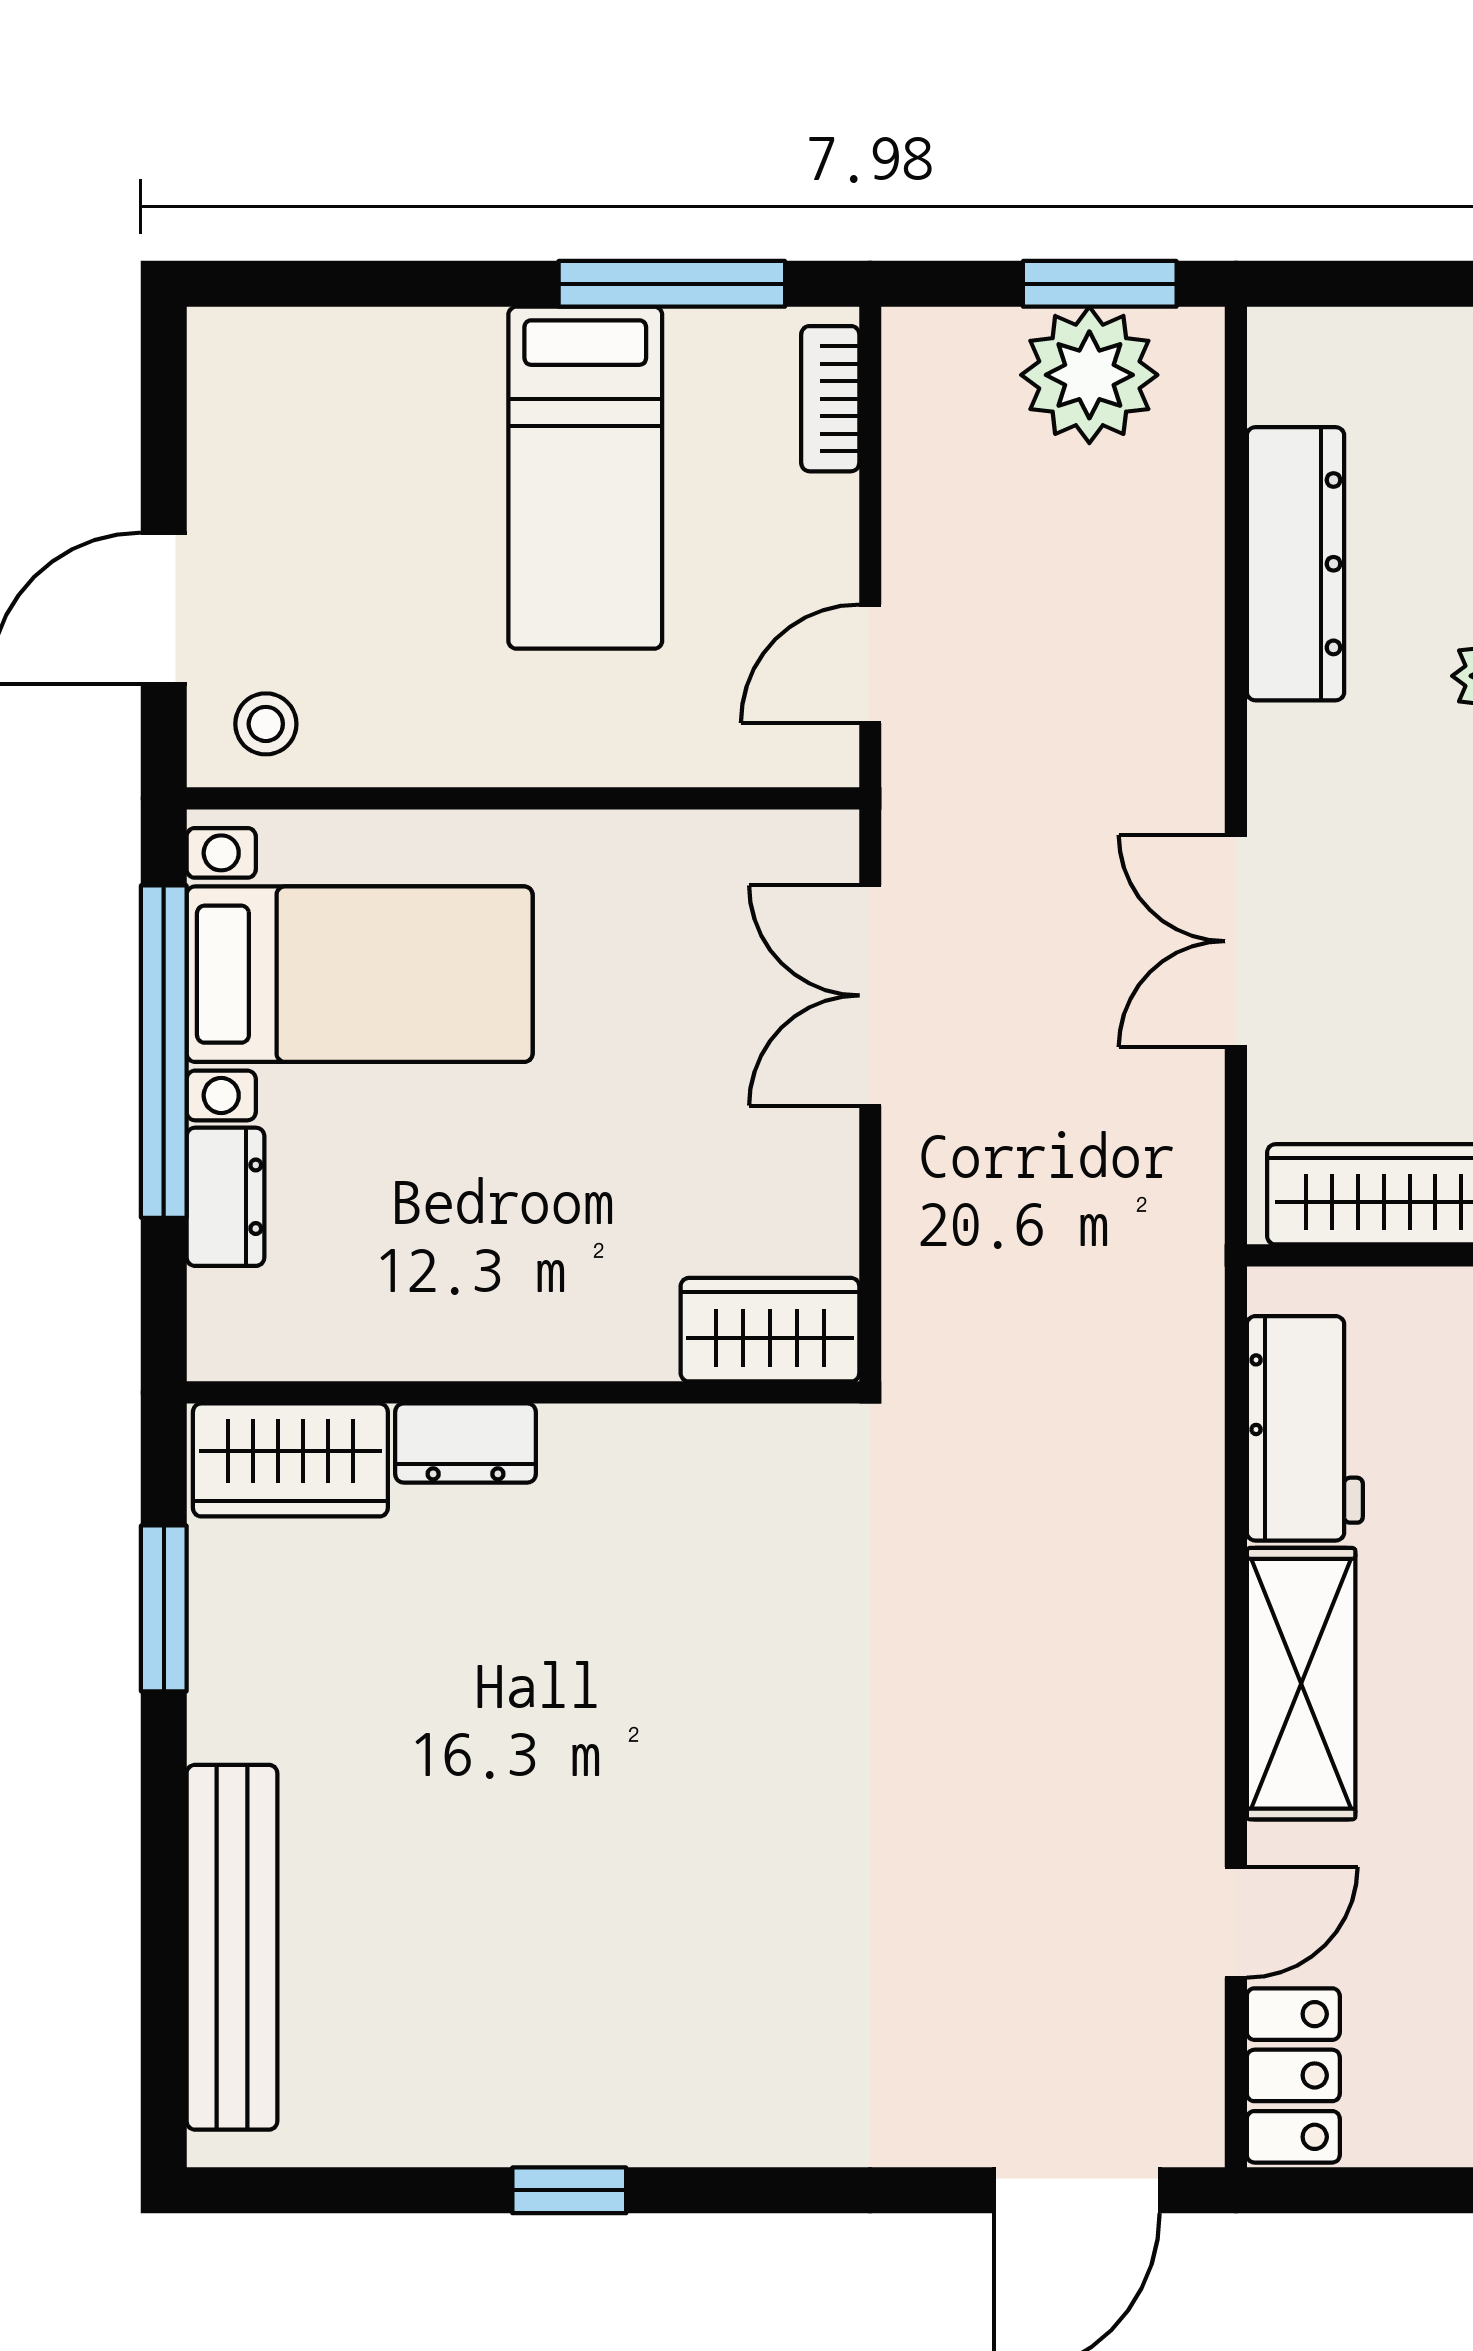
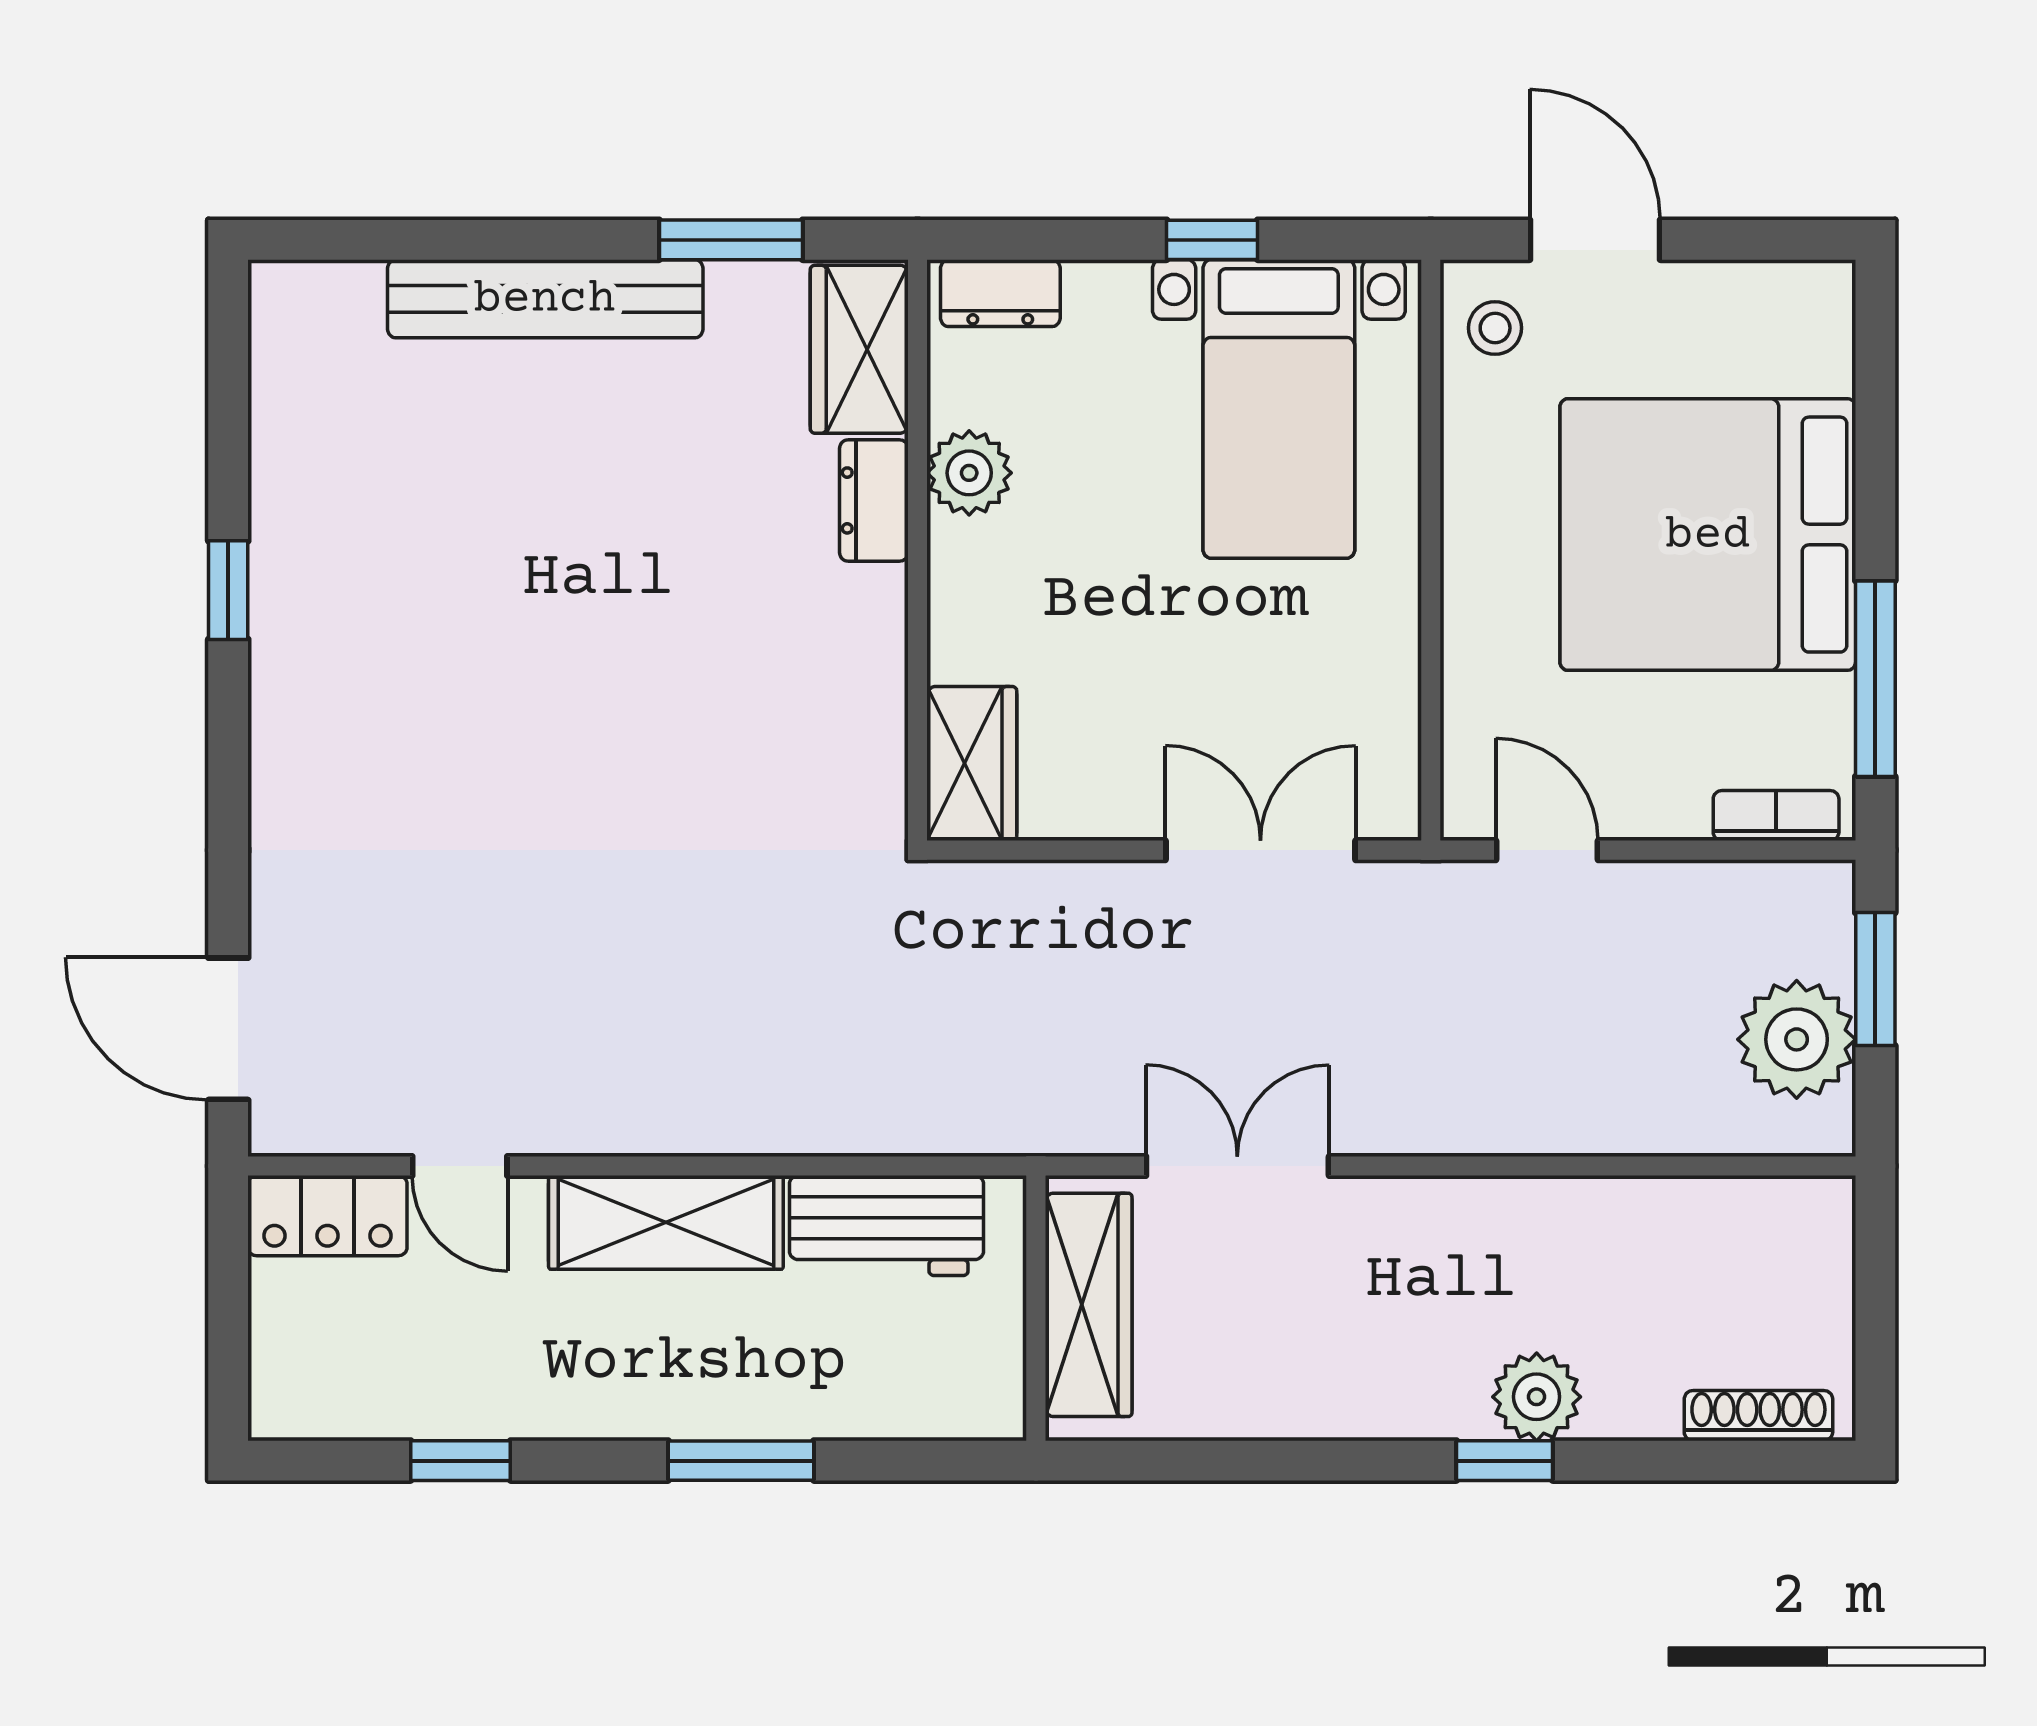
window: (1100, 284) -> (1875, 979), moved
bed: (585, 478) -> (1708, 535), width x2.04
dresser: (1296, 564) -> (1633, 1218), removed
double door: (1236, 941) -> (1237, 1166), moved
window: (164, 1052) -> (1212, 240), width x0.32
dresser: (225, 1197) -> (1000, 293), moved
plant: (434, 1333) -> (969, 473), added
bench: (232, 1947) -> (545, 299), moved

